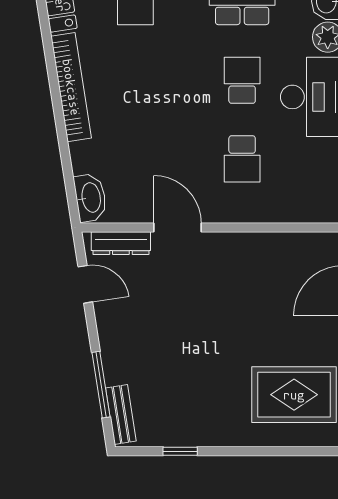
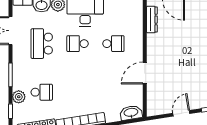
dresser: (121, 243) -> (152, 20), moved
door: (85, 284) -> (181, 113), moved

